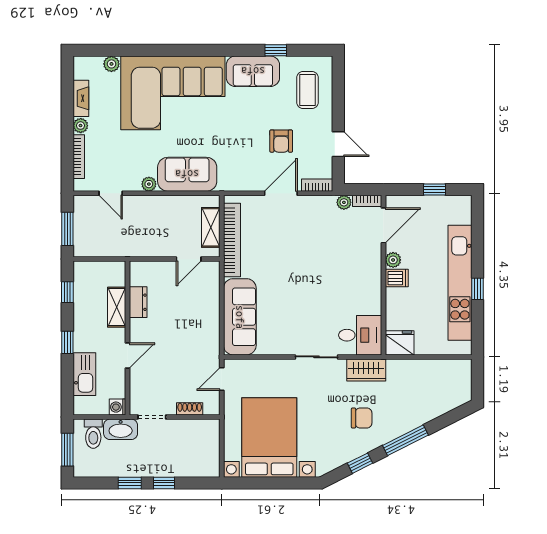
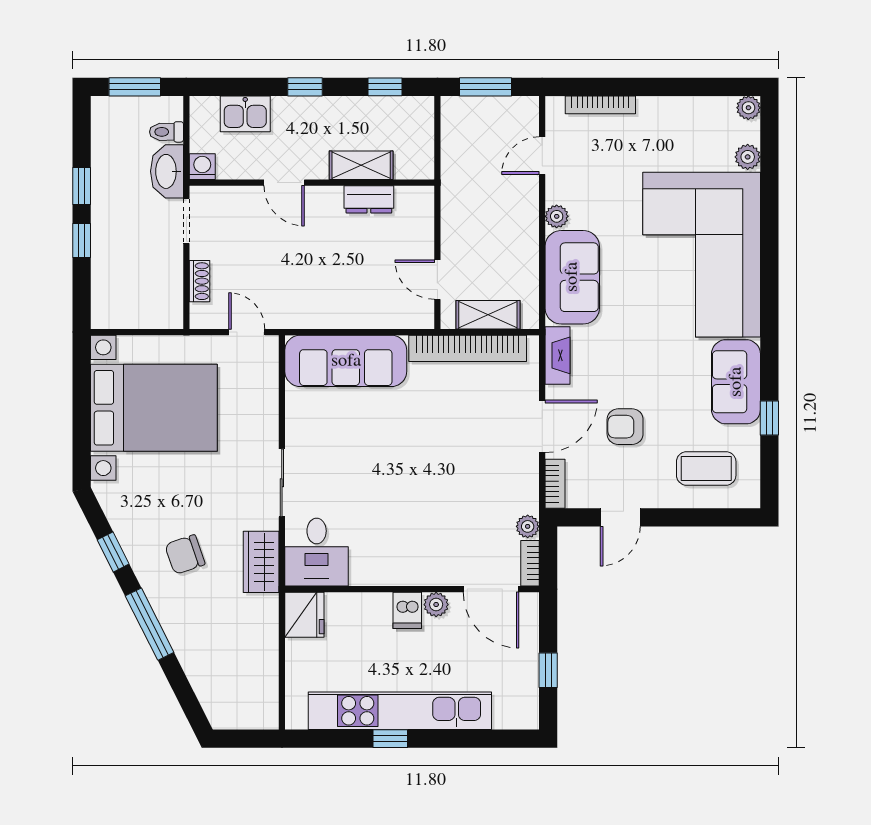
fireplace: (81, 98) -> (557, 355), moved, turned -90
plant: (81, 126) -> (748, 108), moved
door: (281, 193) -> (542, 426), hinge flipped
kitchen sink: (84, 374) -> (245, 114), width x0.73
chair: (362, 418) -> (185, 555), turned 71
toilet: (93, 434) -> (166, 132), width x0.73, depth x0.72

